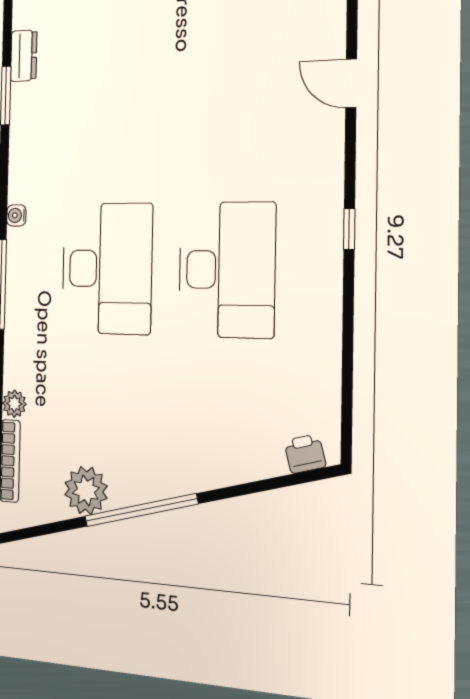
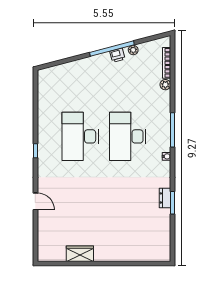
dresser: (24, 56) -> (165, 198), moved
printer: (305, 454) -> (117, 55), moved
plant: (86, 490) -> (133, 50), width x0.53, depth x0.53

